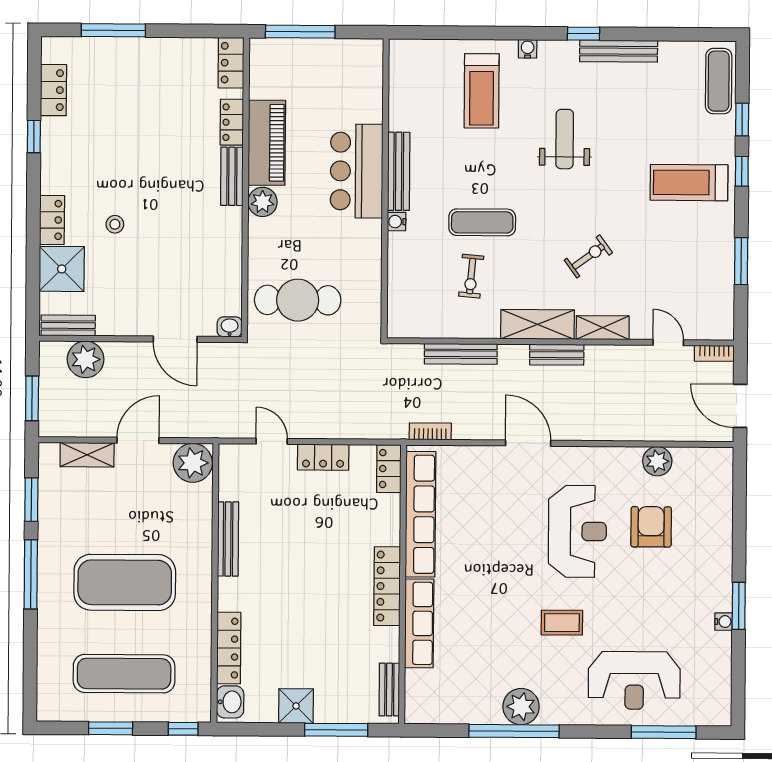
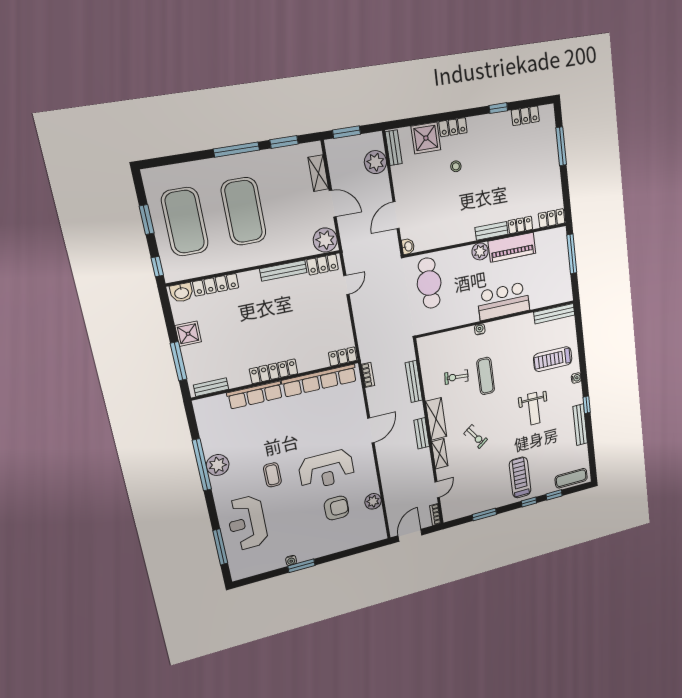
weight bench: (565, 139) -> (534, 409), turned 90
bench: (399, 171) -> (554, 314), moved
locker: (323, 457) -> (323, 265), moved, turned -90
exercise mat: (124, 674) -> (185, 222), width x1.47

